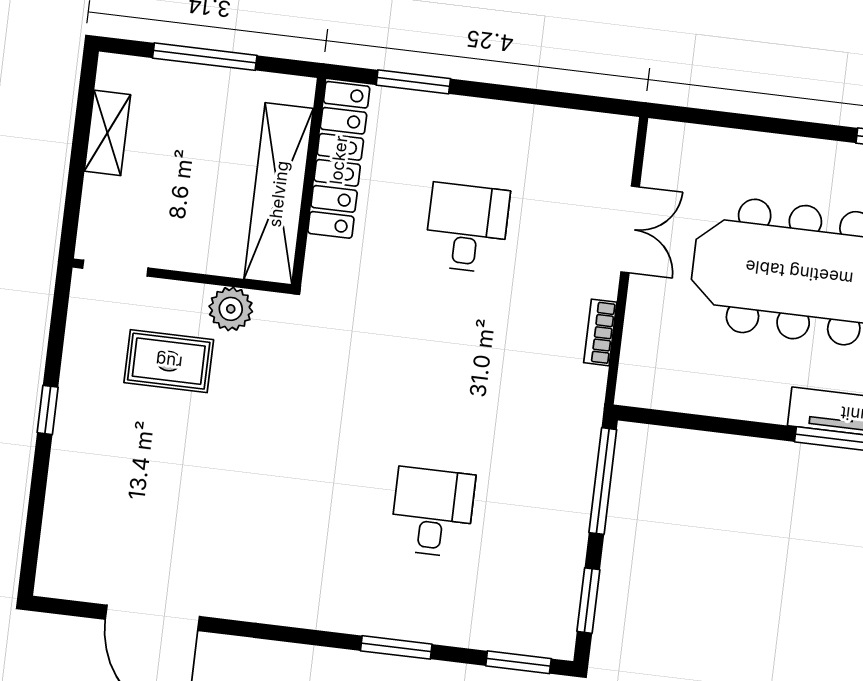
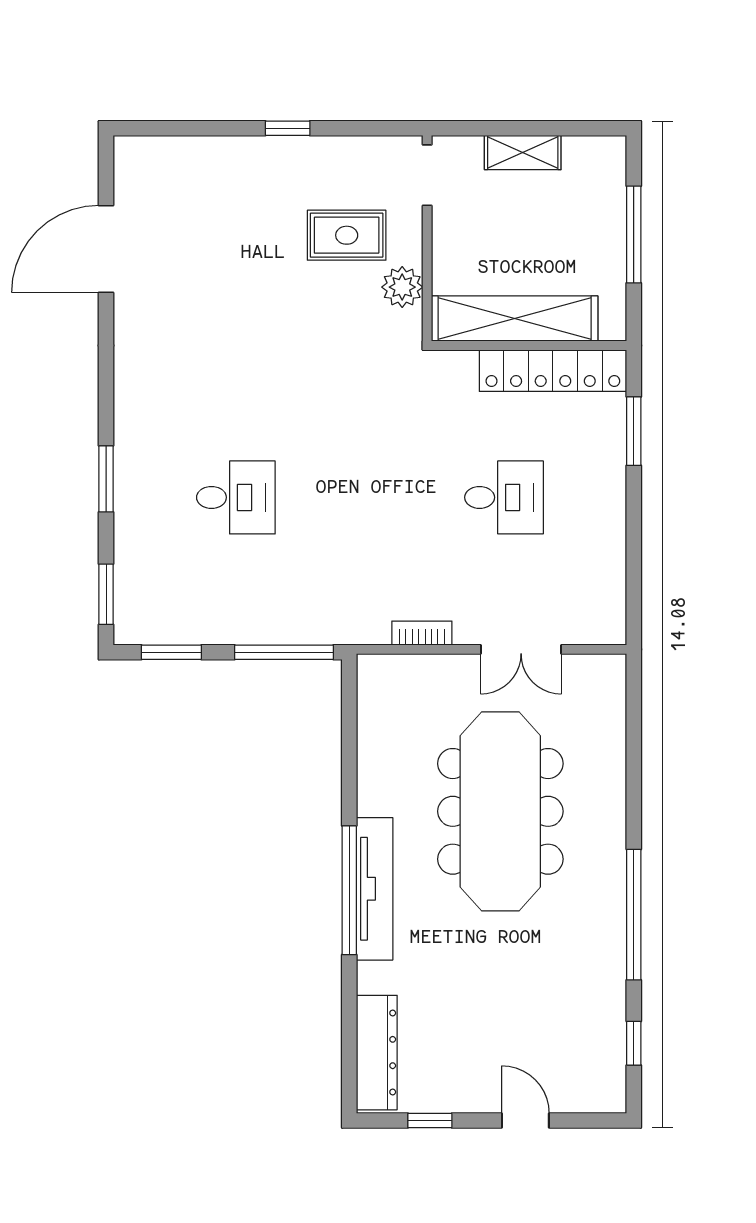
shelving: (107, 133) -> (523, 153), moved
rug: (169, 361) -> (347, 235), turned 90

